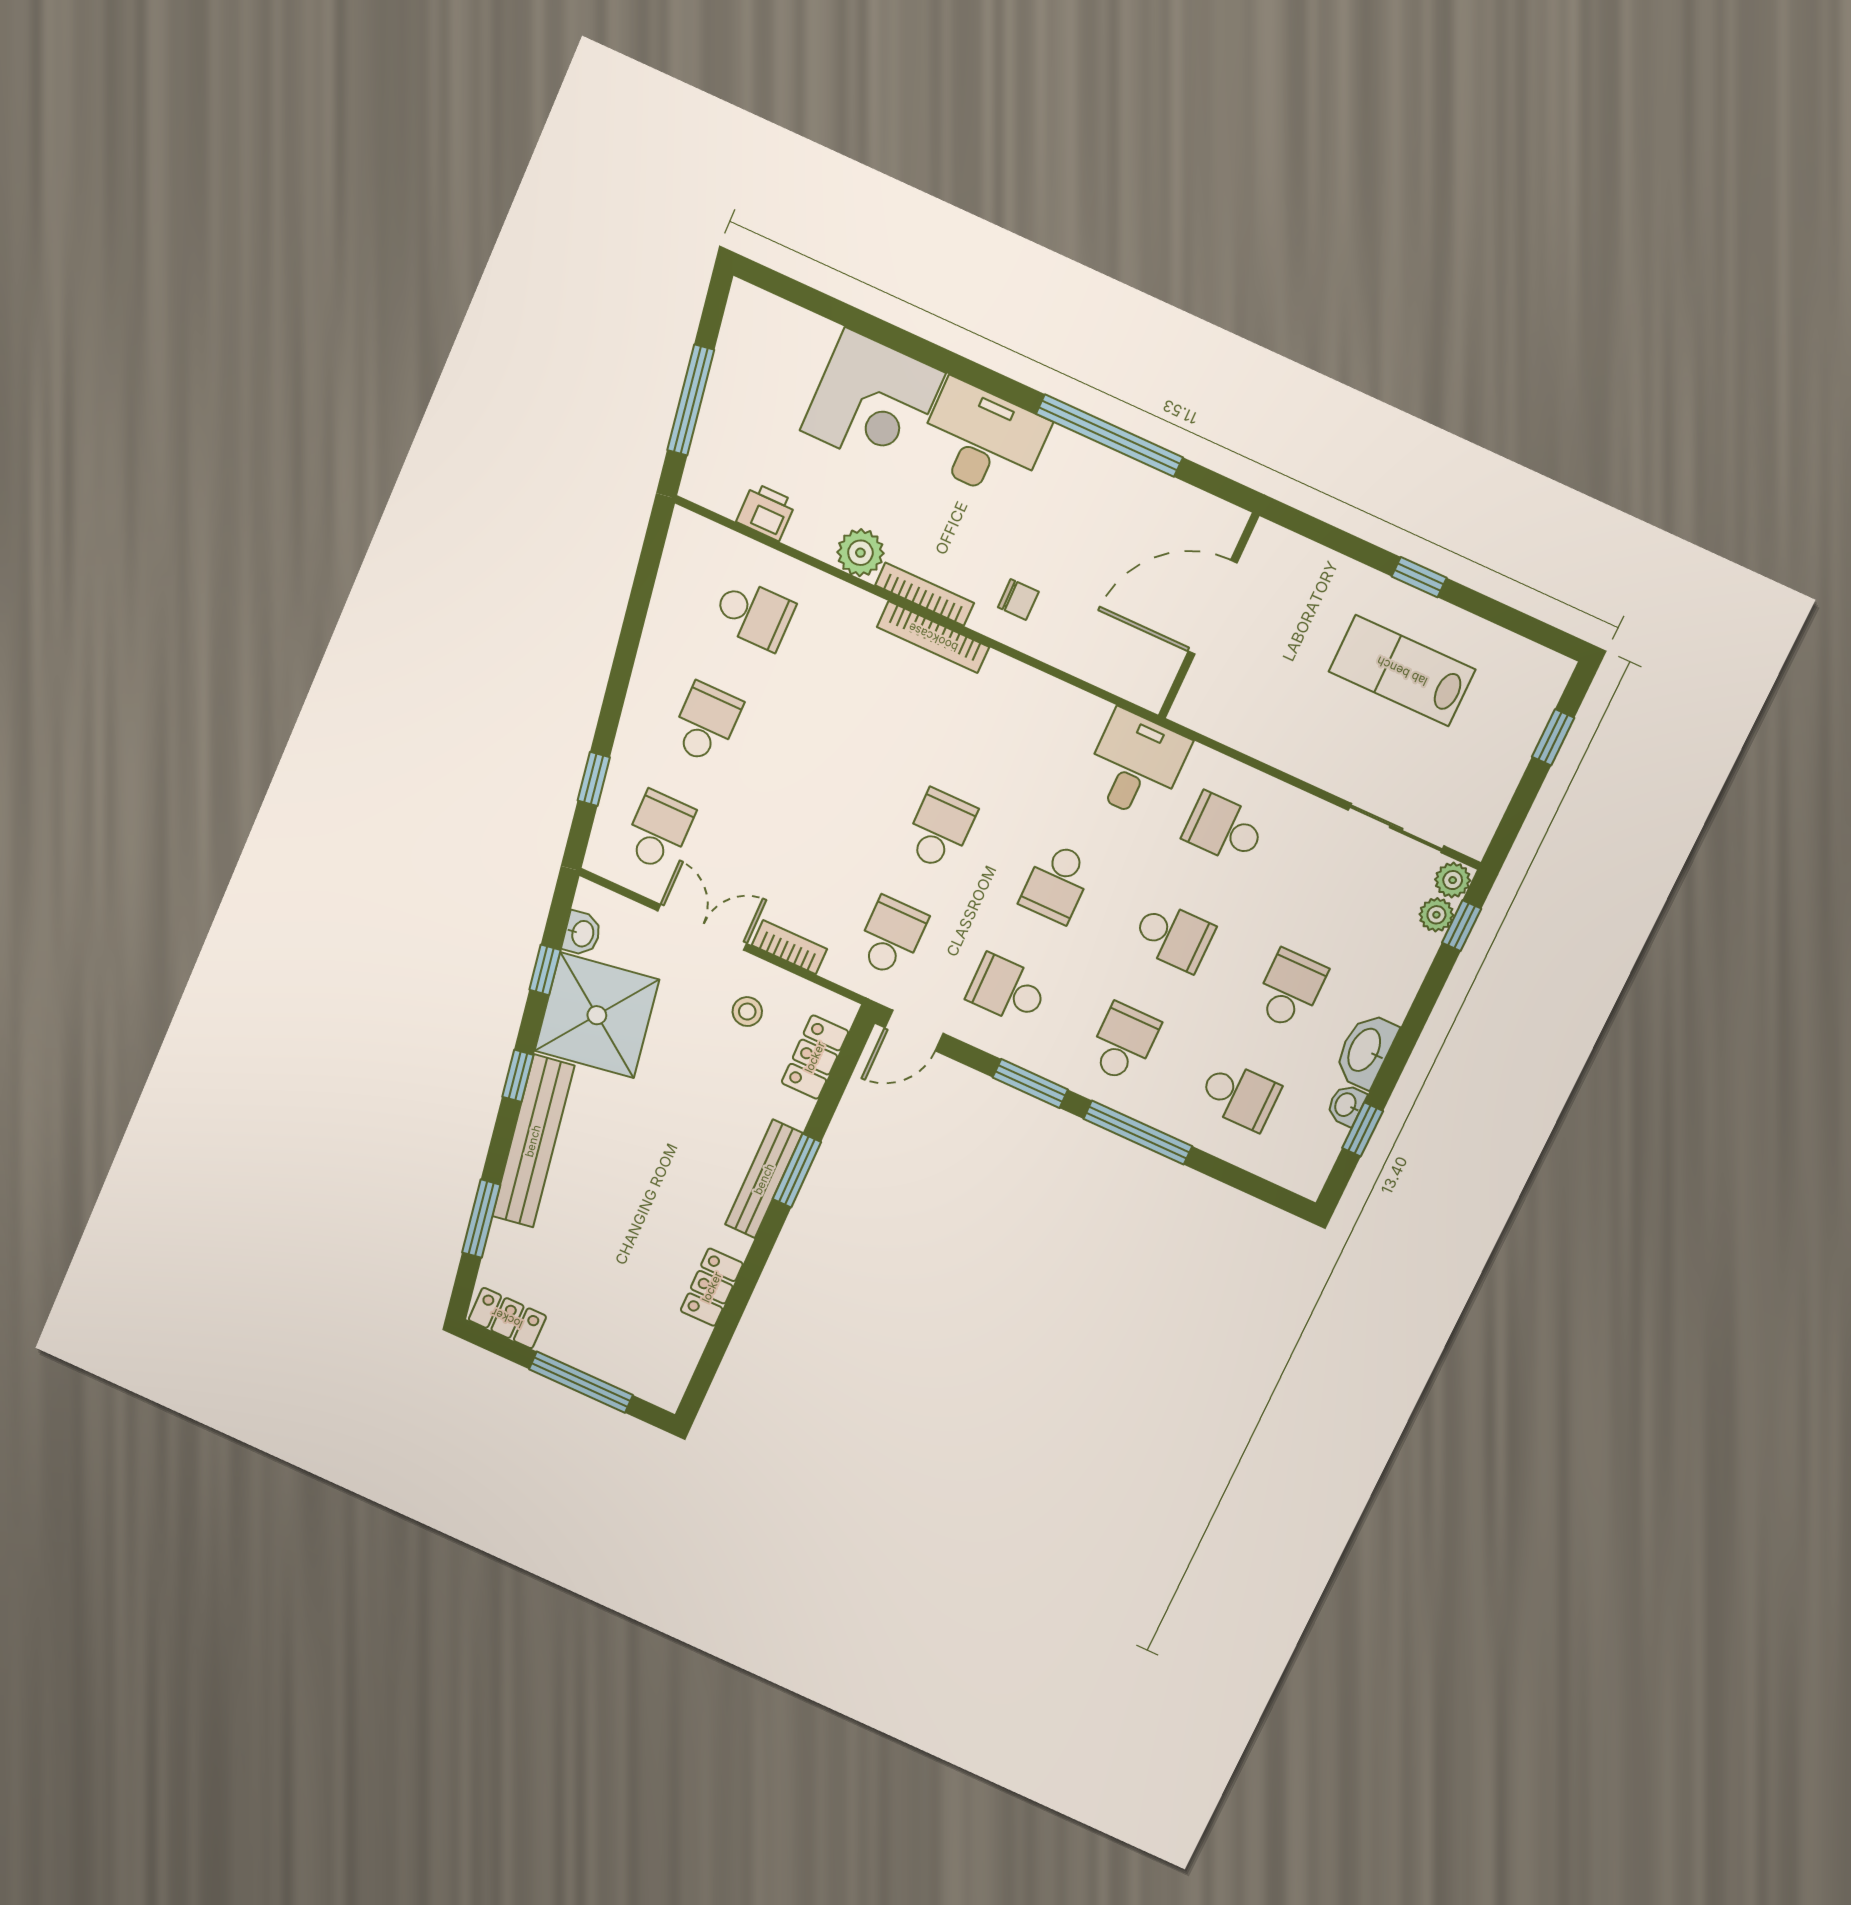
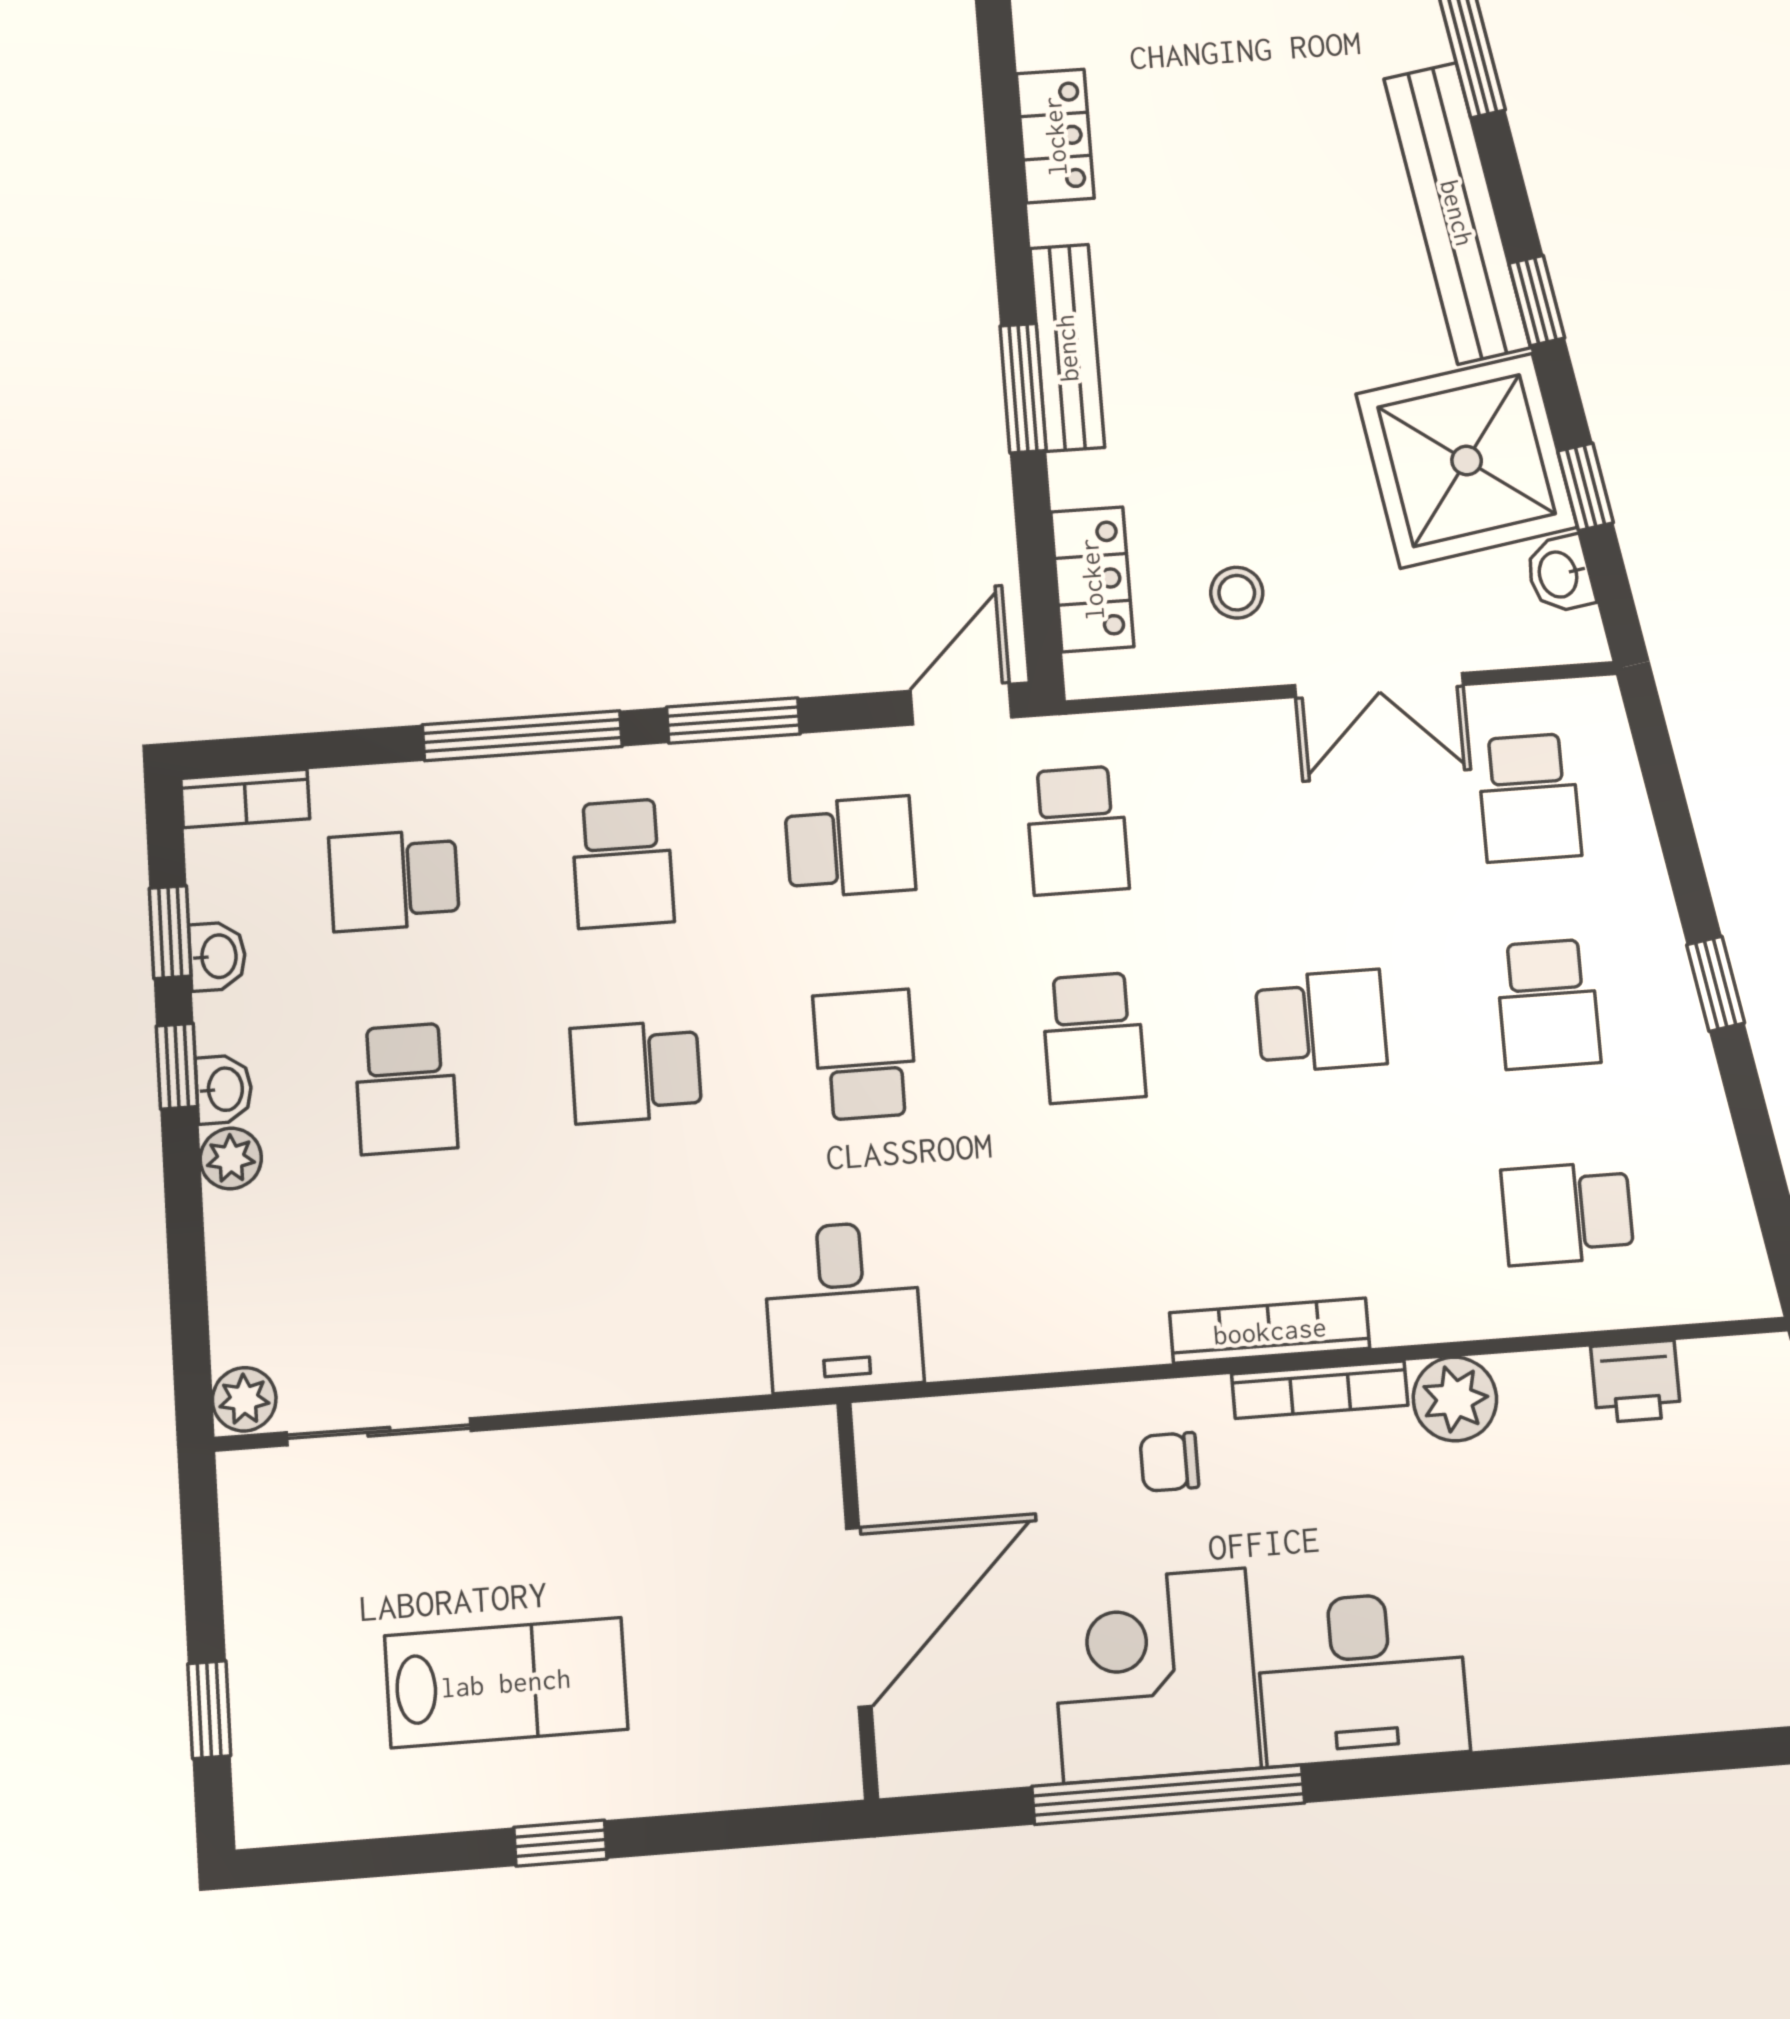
corner desk: (873, 402) -> (1155, 1675), moved
window: (594, 779) -> (1716, 984), moved
school desk: (1224, 829) -> (1321, 1021), moved
plant: (1436, 915) -> (231, 1158), moved
window: (1462, 926) -> (177, 1066), moved
bookcase: (789, 947) -> (245, 799), moved
washbasin: (1365, 1050) -> (224, 1089), width x0.52, depth x0.69

